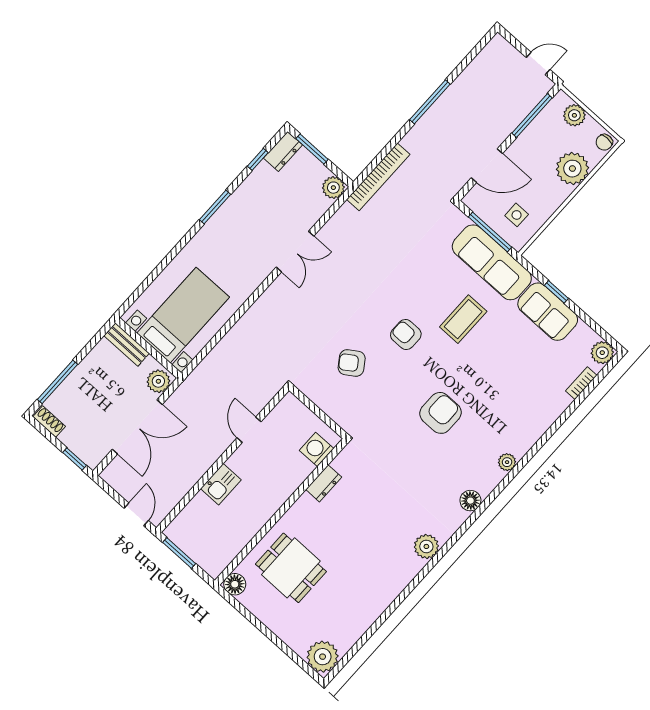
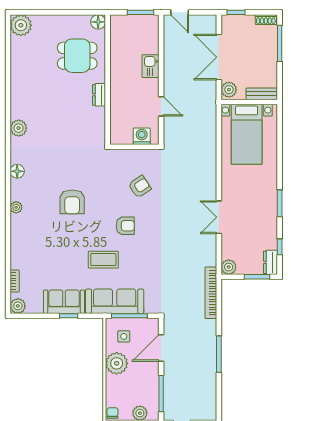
plant: (572, 169) -> (117, 363), moved
coffee table: (463, 319) -> (103, 260), turned 90
washing machine: (317, 449) -> (142, 136), moved, turned -90
dresser: (324, 483) -> (99, 95), moved

